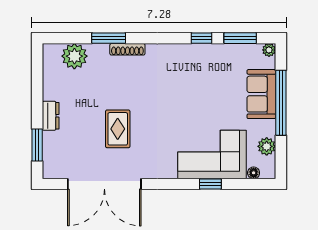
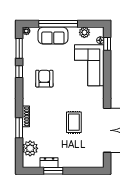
armchair: (190, 80) -> (44, 79), added
dresser: (51, 116) -> (49, 163), moved
rug: (118, 129) -> (74, 122), turned 90
window: (37, 145) -> (53, 171), moved
window: (210, 184) -> (107, 44), moved

